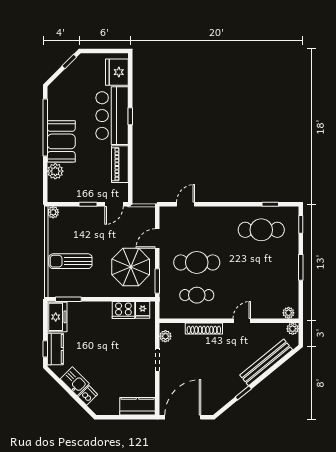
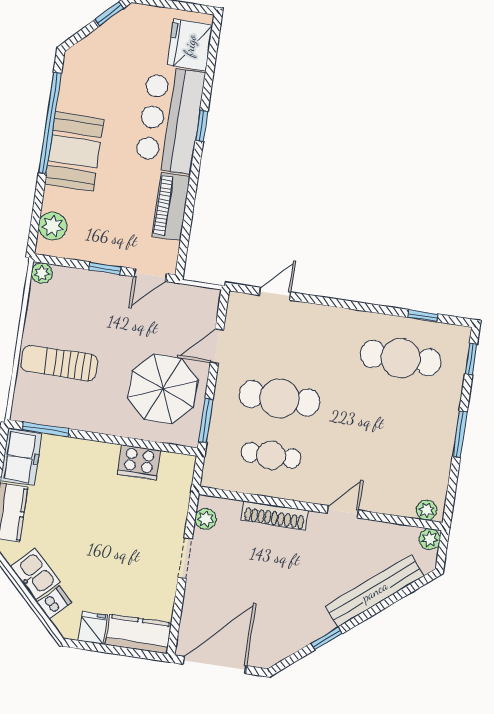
plant: (55, 171) -> (53, 226), moved
fridge: (143, 310) -> (93, 628), moved, turned 180

